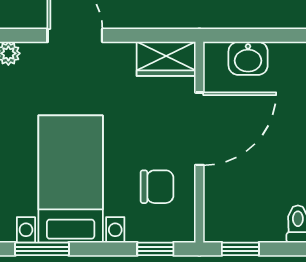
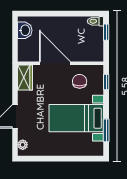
washbasin: (248, 58) -> (25, 30), moved
window: (240, 249) -> (106, 32), moved

